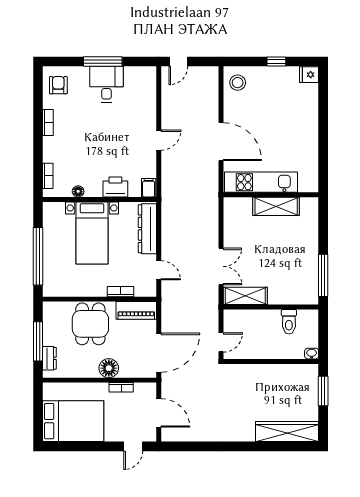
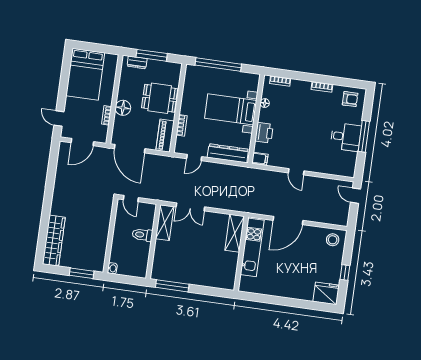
fridge: (309, 75) -> (326, 293), width x1.88, depth x1.34
shelving: (276, 206) -> (235, 233), moved
toilet: (289, 322) -> (142, 235), moved

